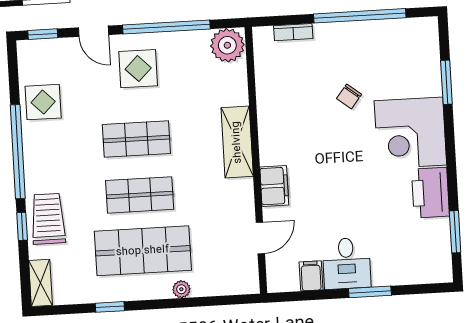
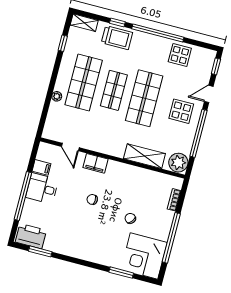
corner desk: (410, 133) -> (144, 256), moved, turned -90
shop shelf: (136, 139) -> (144, 98), width x1.43, depth x1.36
shelving: (237, 142) -> (144, 156), moved
chair: (338, 172) -> (92, 199), added
printer: (430, 193) -> (31, 236), moved
window: (370, 292) -> (23, 196), width x2.11
window: (110, 307) -> (63, 43), moved

